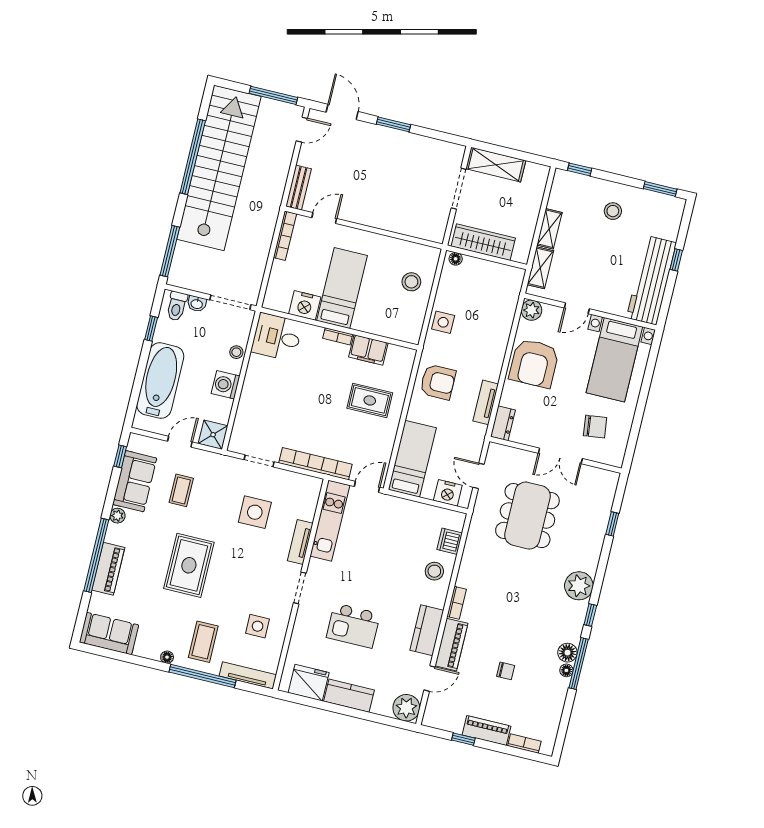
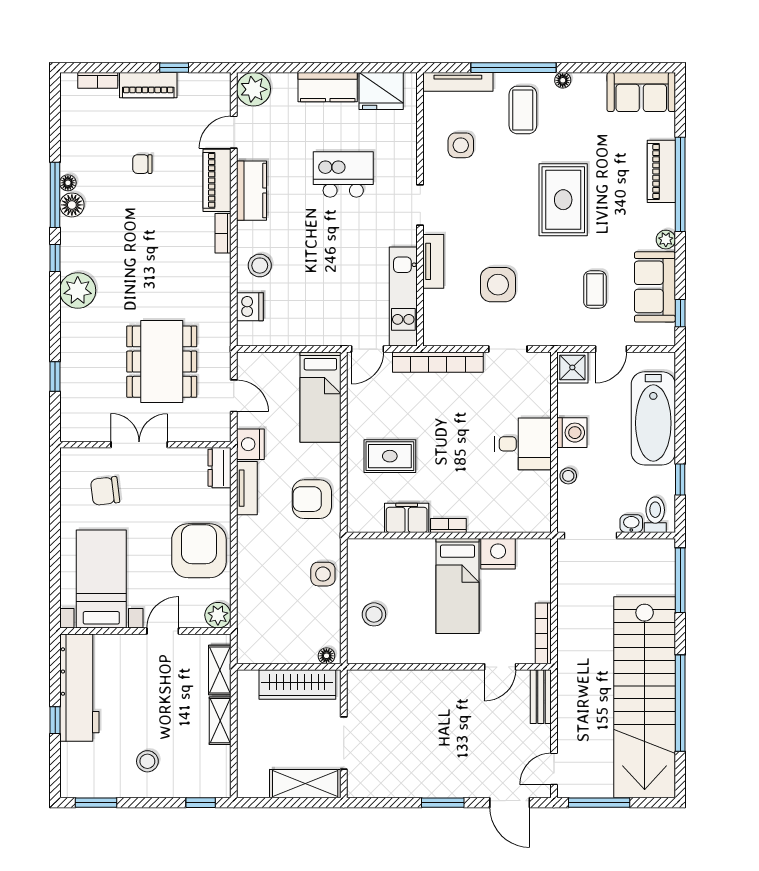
desk: (277, 337) -> (523, 444), moved
nightstand: (448, 493) -> (250, 444), moved, turned -90

